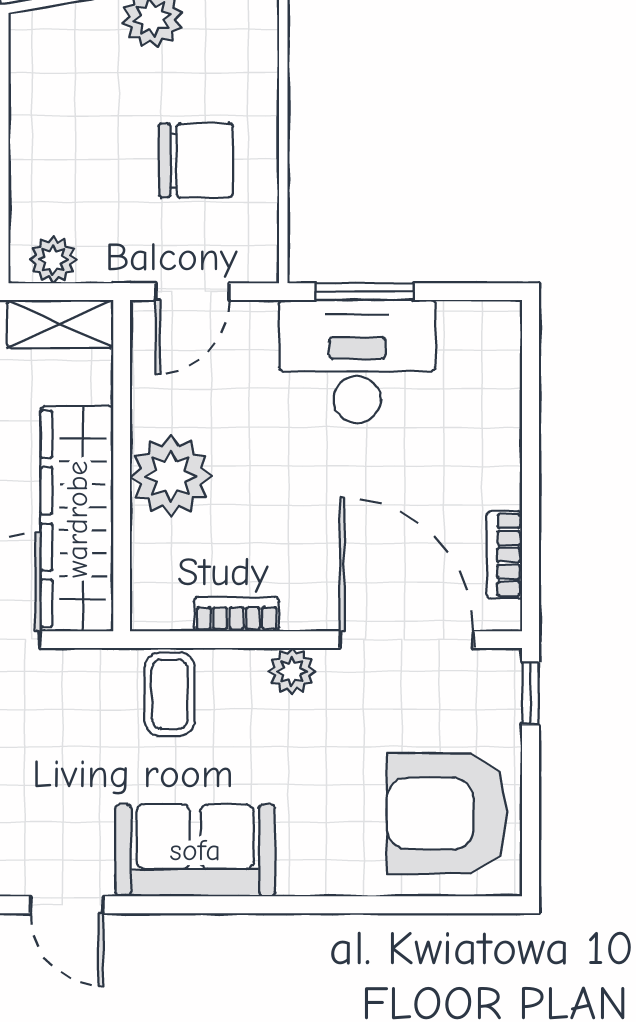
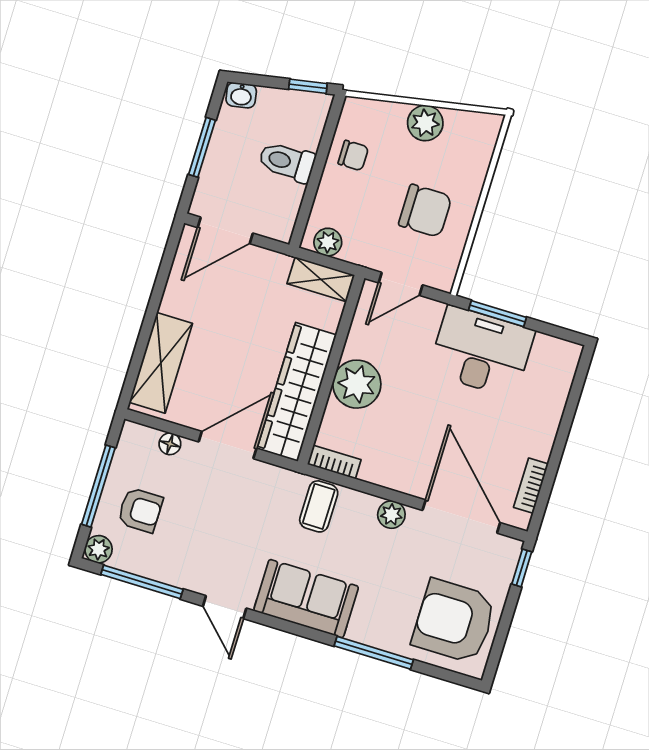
chair: (51, 106) -> (353, 155), added
bookcase: (236, 614) -> (334, 462), moved
window: (332, 905) -> (374, 653), added

